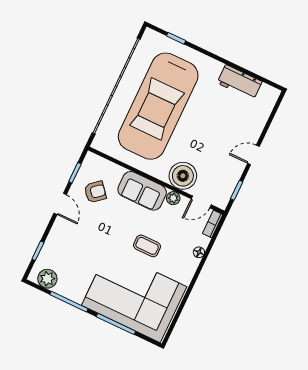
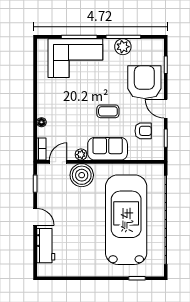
workbench: (240, 82) -> (46, 246), moved, turned 90
door: (253, 155) -> (35, 217), hinge flipped
armchair: (95, 192) -> (143, 131), turned -140
armchair: (69, 243) -> (144, 82), added
coffee table: (147, 246) -> (108, 111), moved
plant: (47, 279) -> (123, 47), moved
corner sofa: (134, 296) -> (75, 58), width x0.73, depth x0.74

